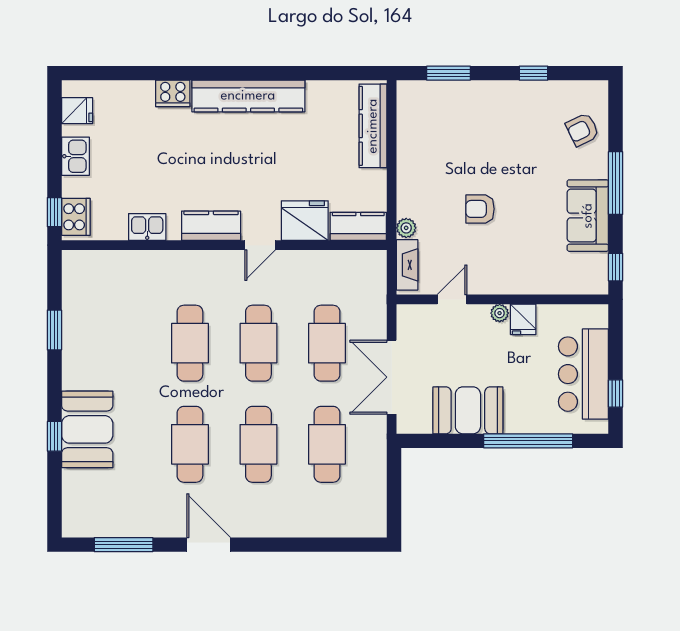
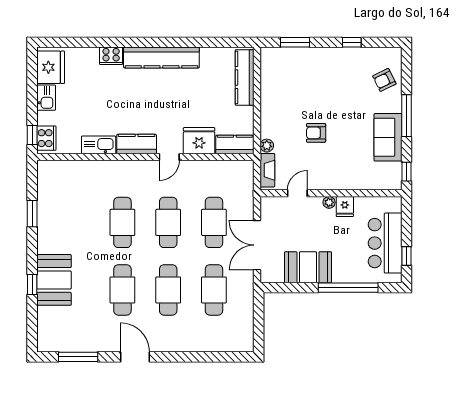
fridge: (77, 111) -> (51, 67), width x1.88, depth x1.34
kitchen sink: (147, 227) -> (99, 145), width x1.38

